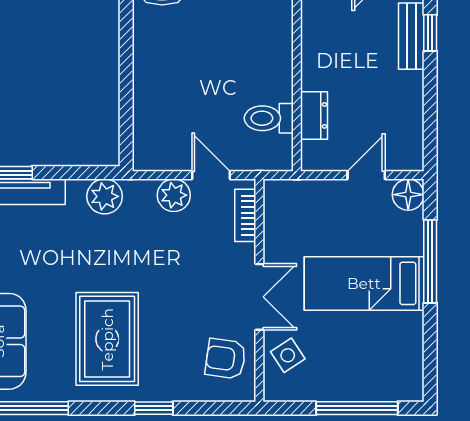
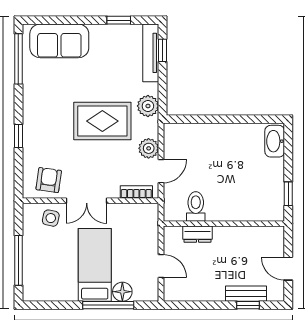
floor lamp: (408, 195) -> (122, 292), moved
rug: (107, 339) -> (102, 121), moved
side table: (288, 355) -> (51, 218), turned 45

